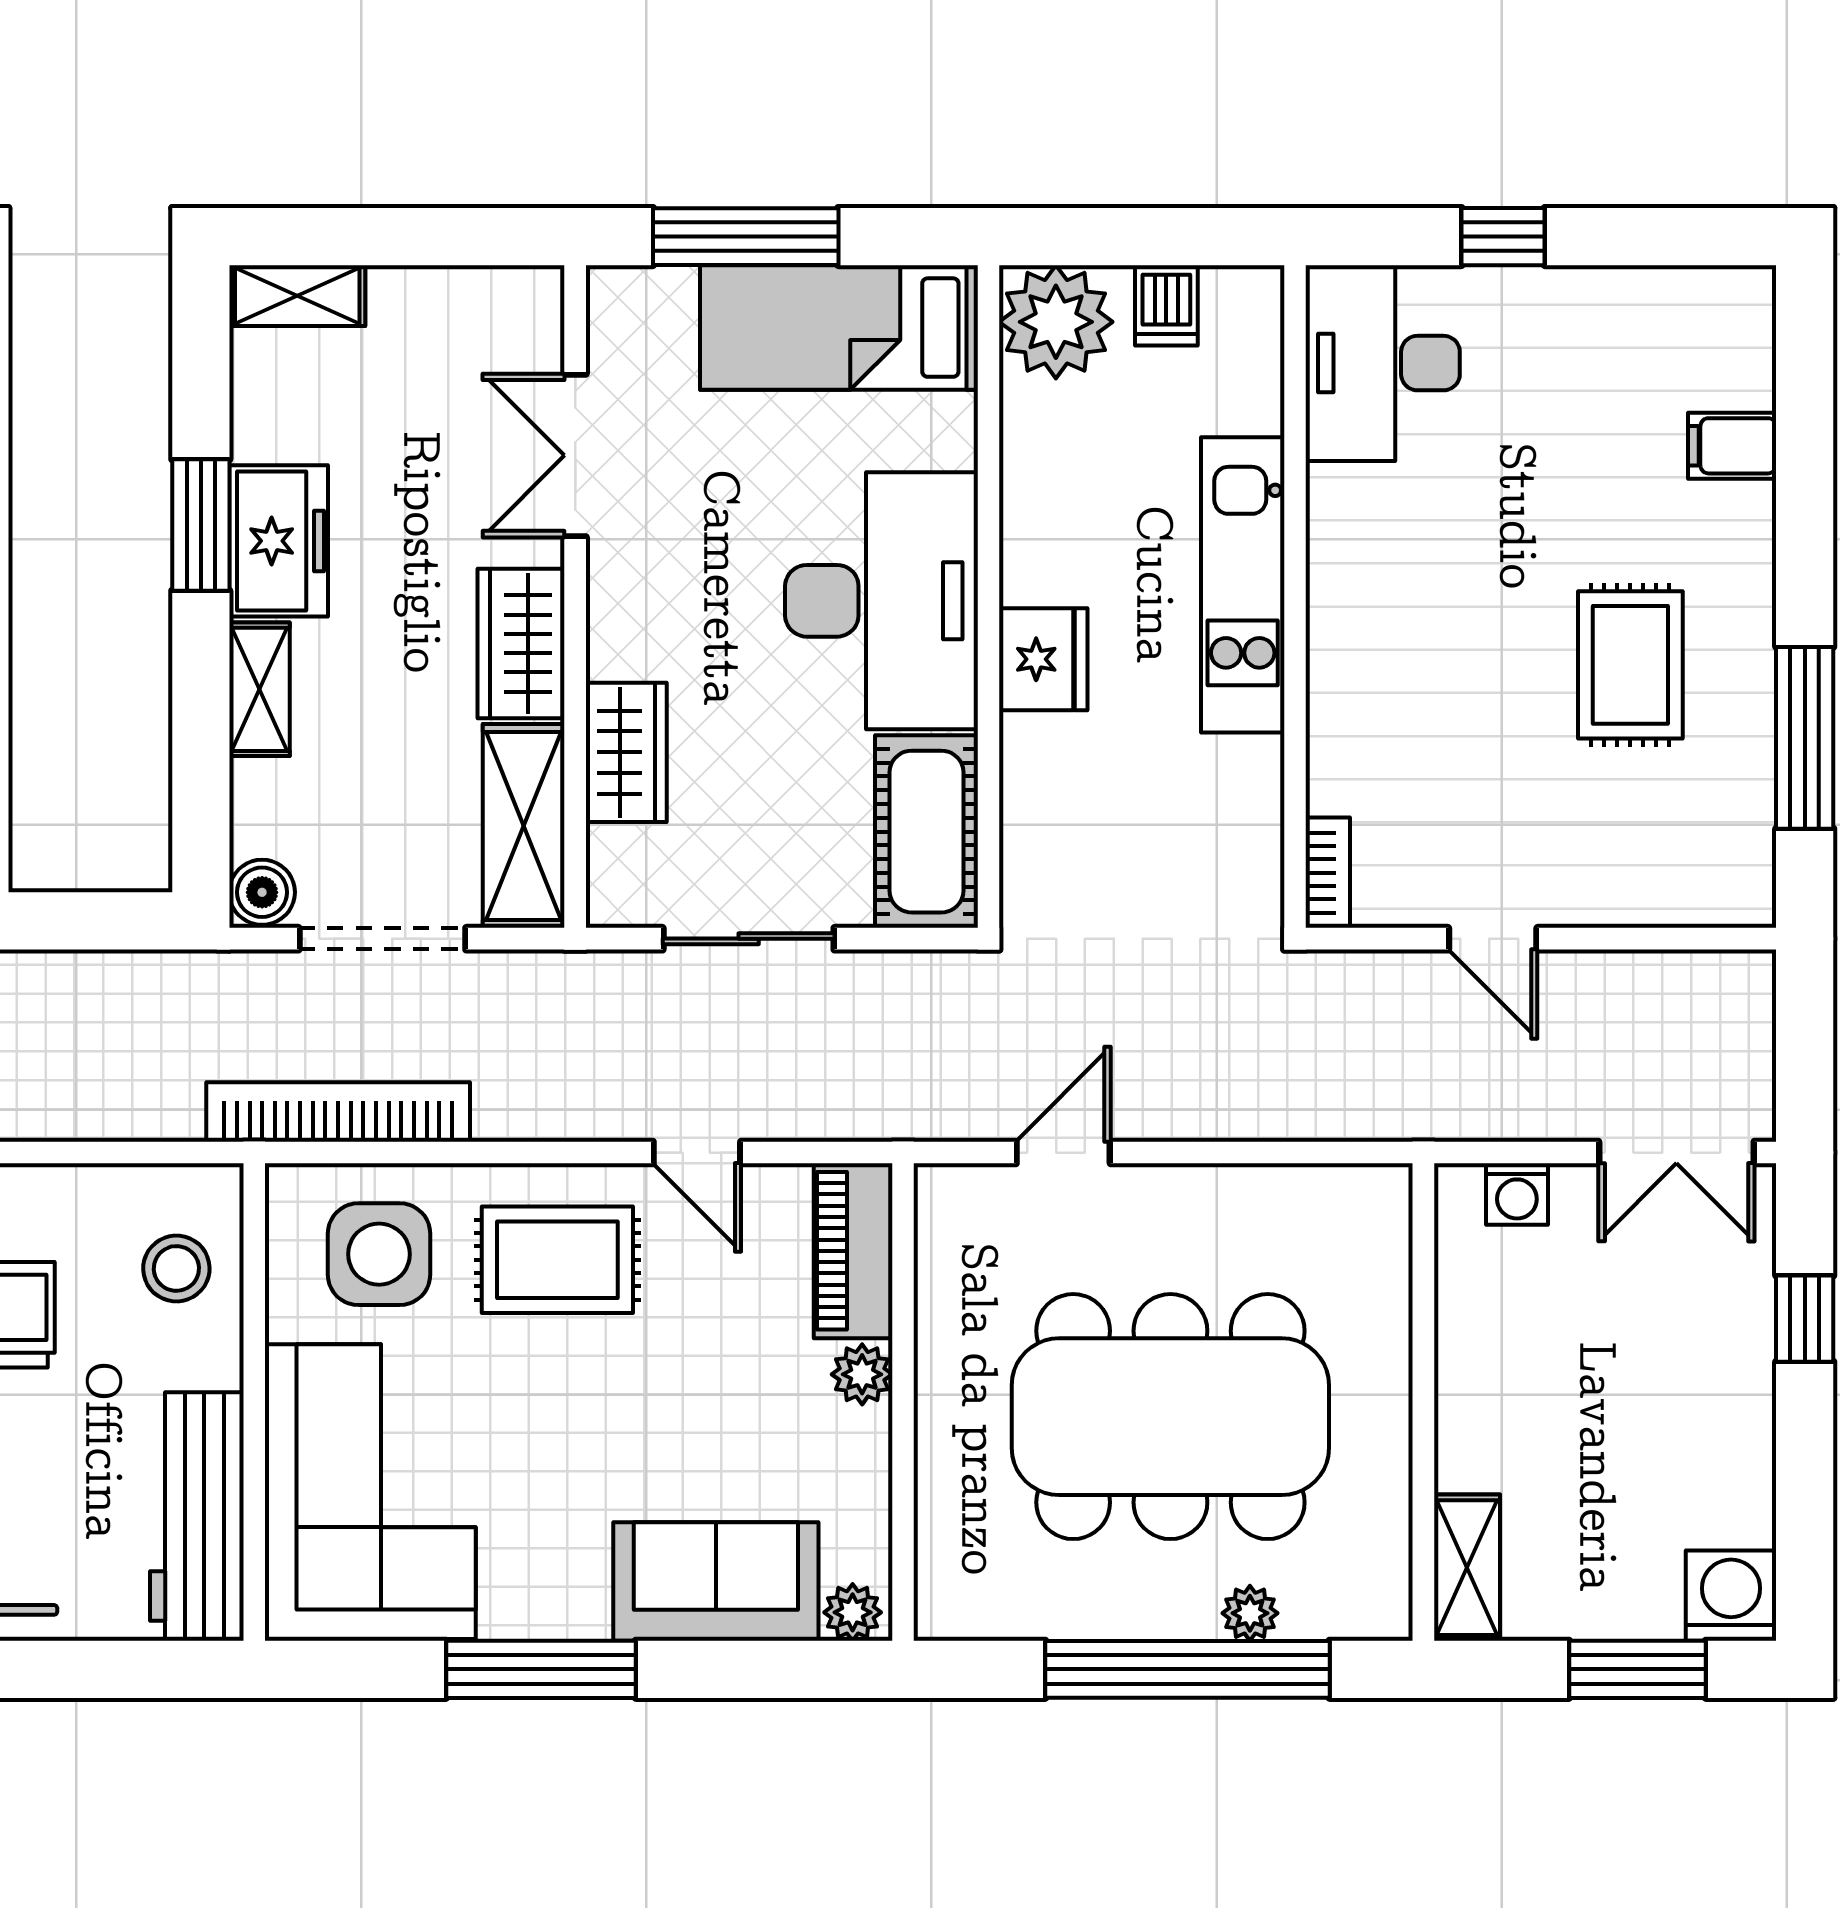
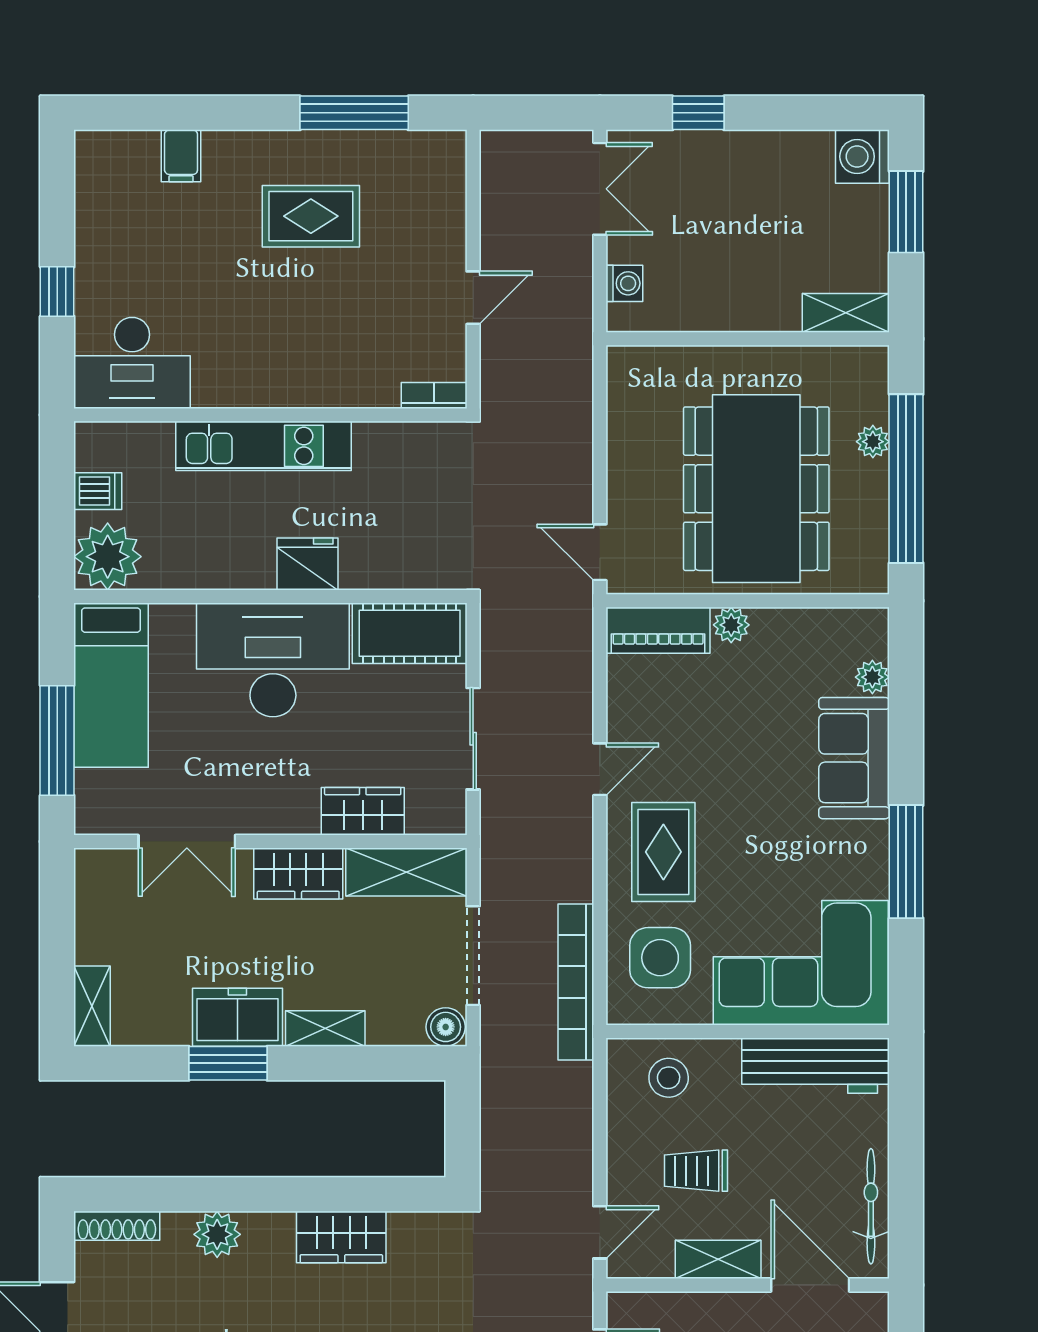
piano: (853, 1251) -> (658, 630), moved
plant: (862, 1374) -> (731, 625), moved
wall: (903, 1402) -> (748, 601), moved

